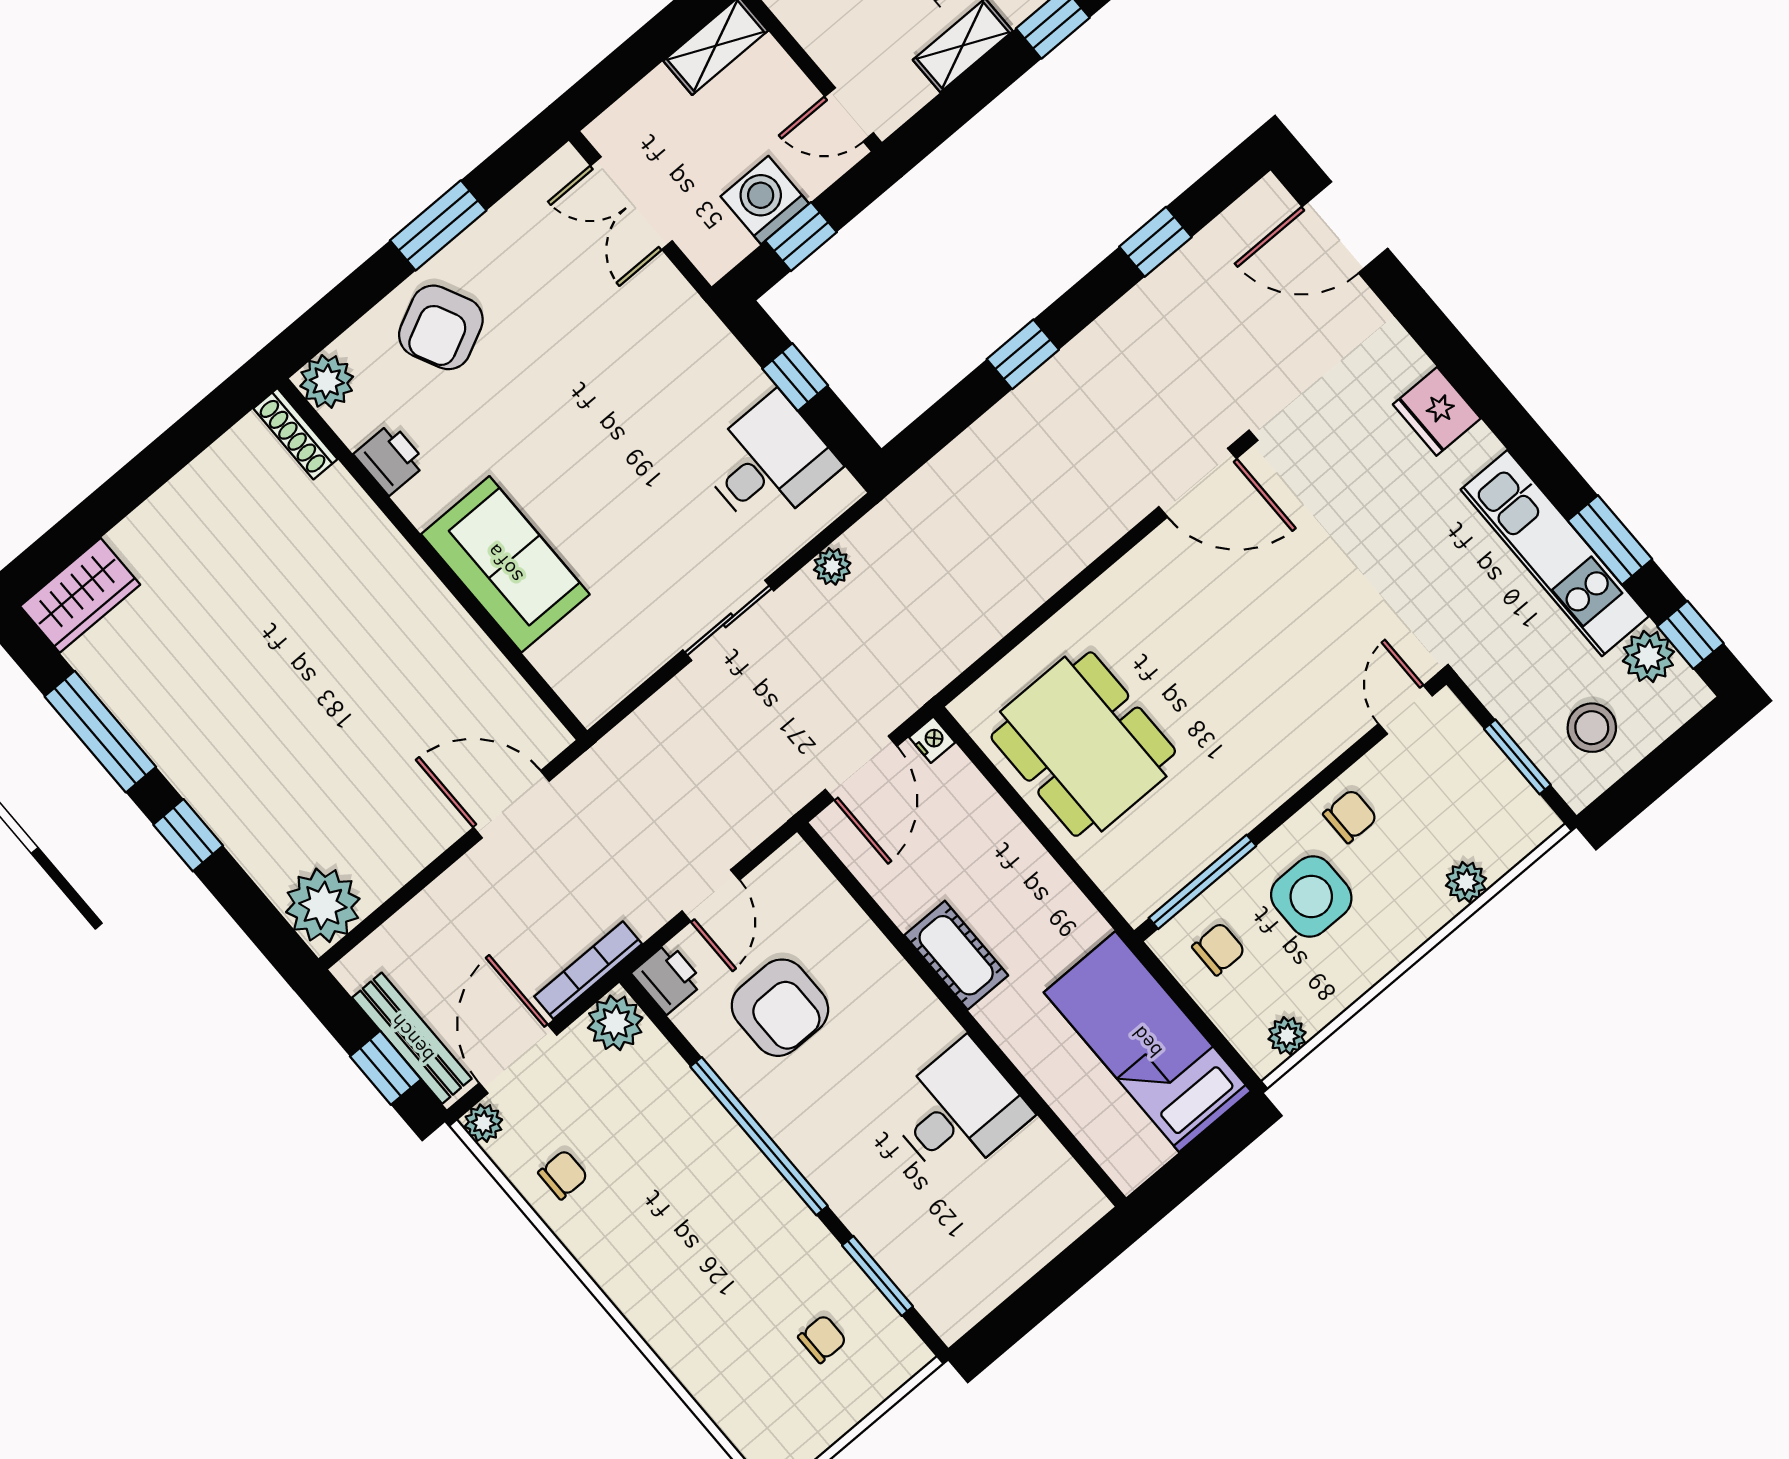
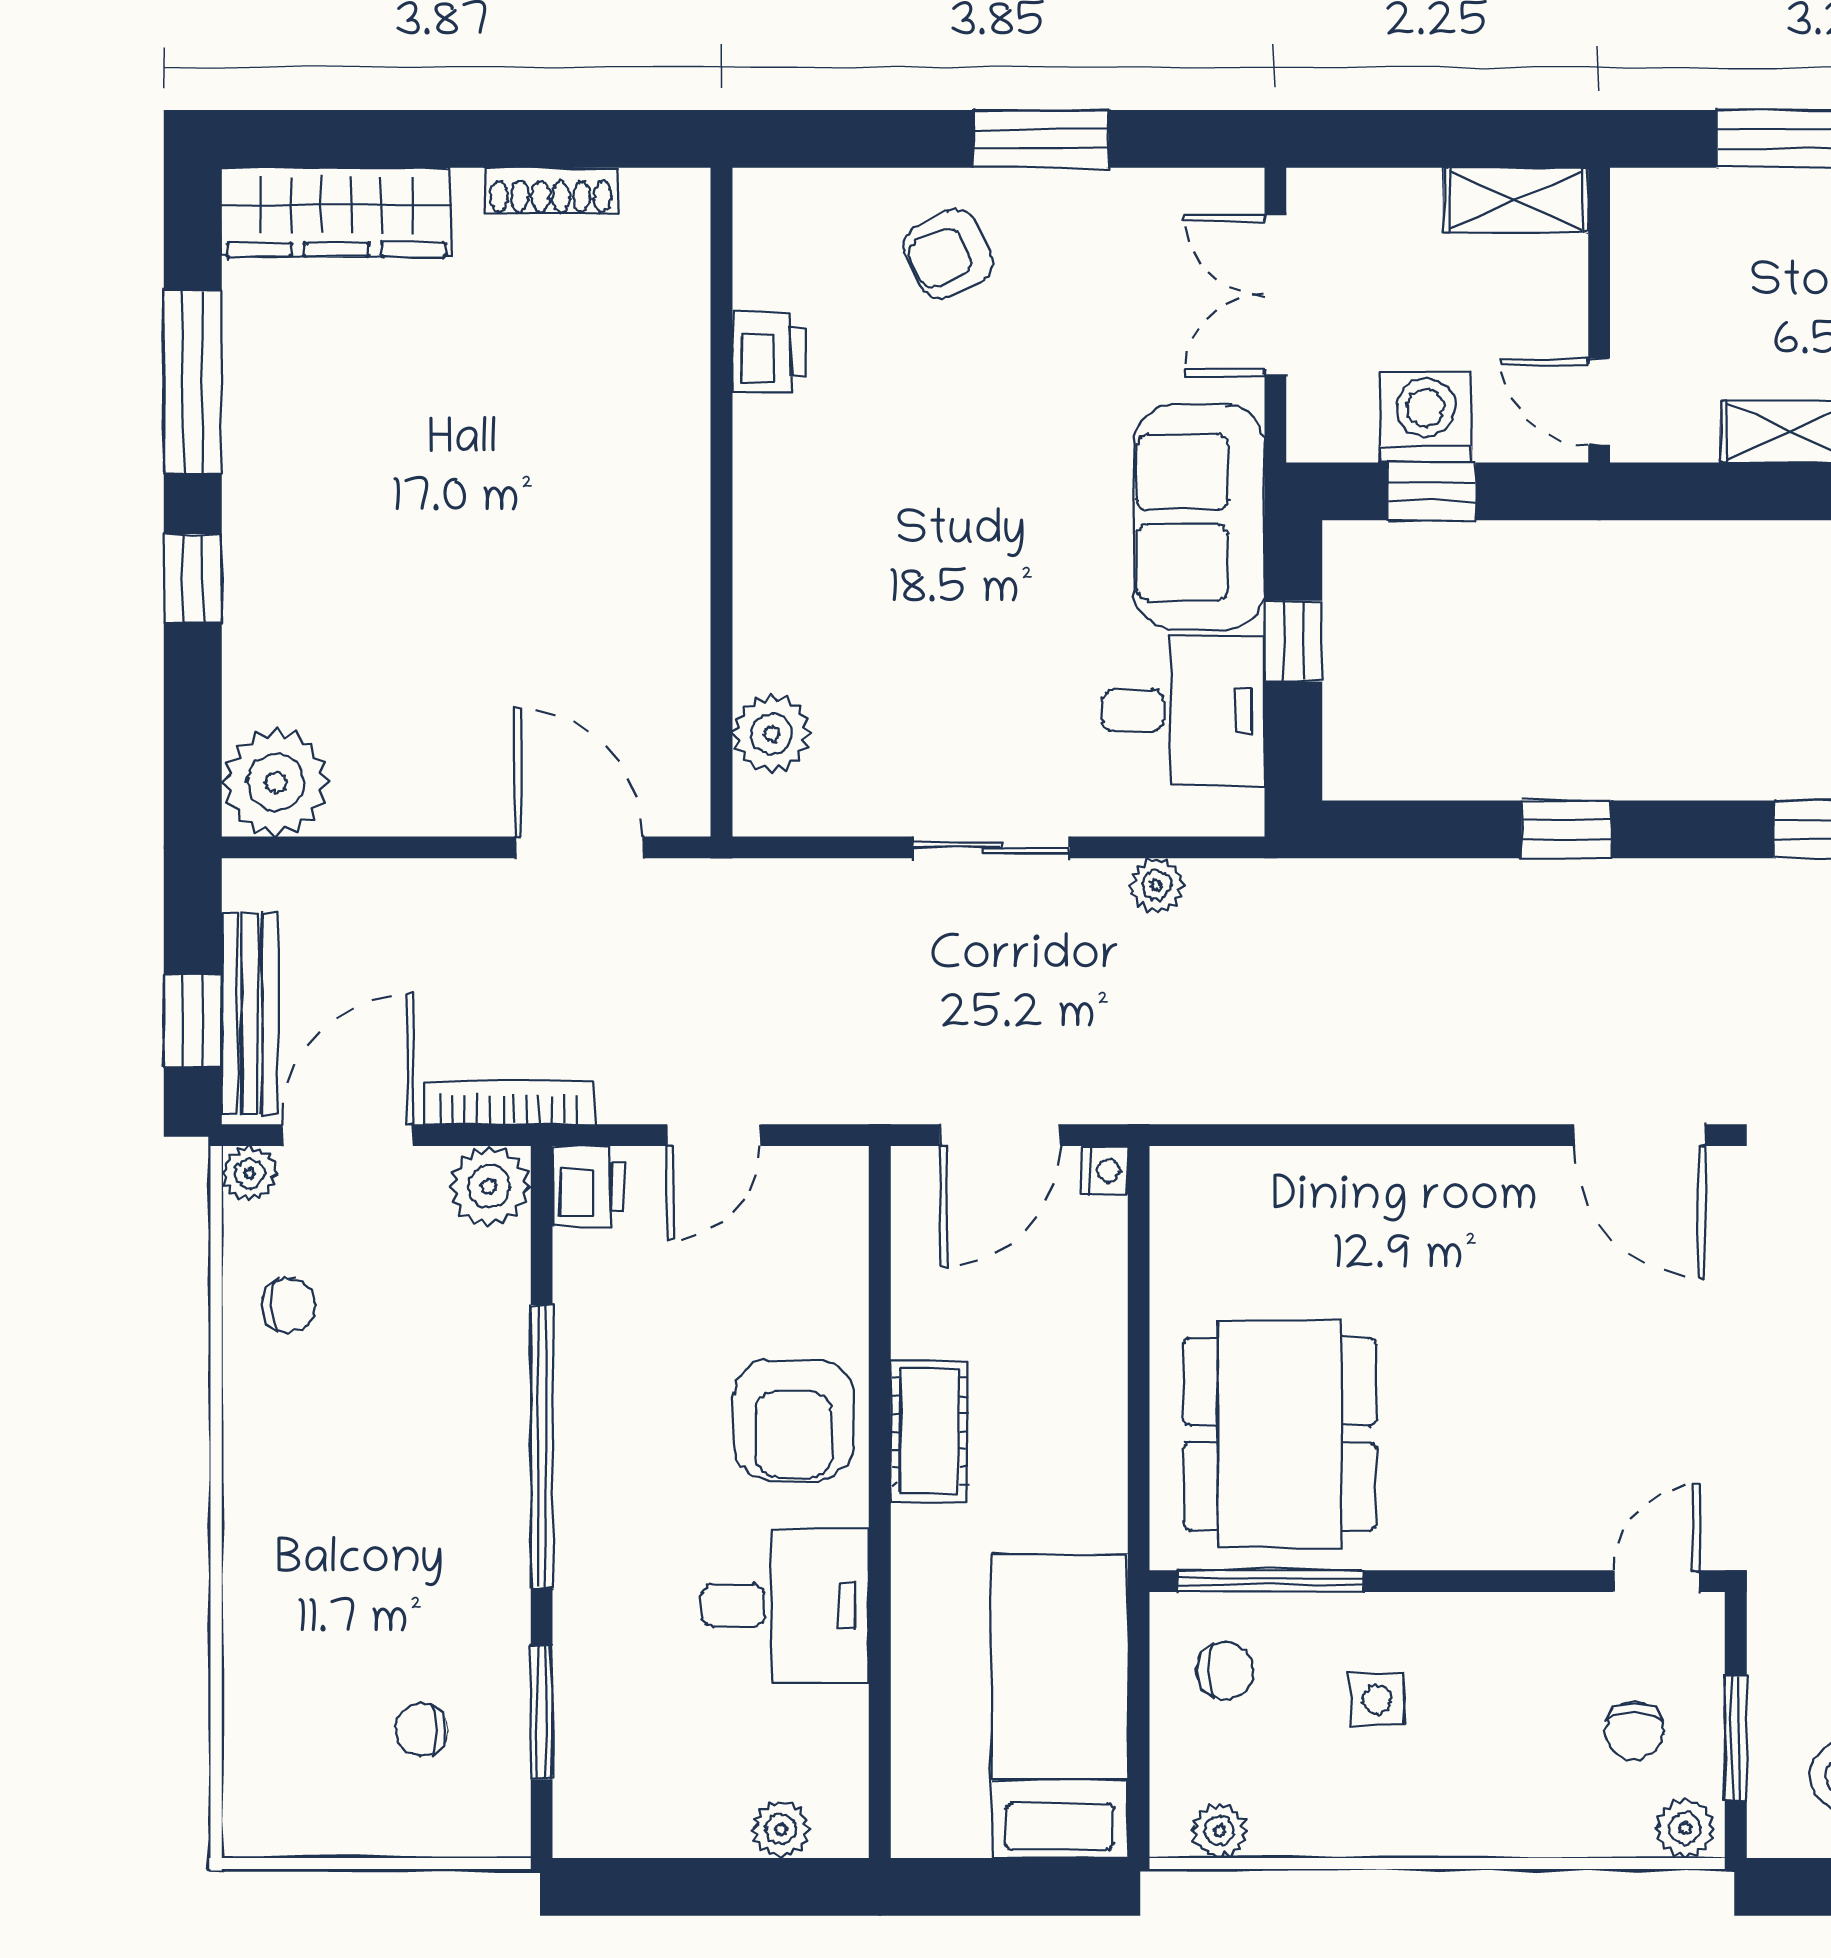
armchair: (441, 327) -> (948, 254), width x0.72, depth x0.72
plant: (327, 381) -> (771, 734), moved
shoe rack: (295, 434) -> (551, 191), moved, turned -90
sofa: (505, 564) -> (1199, 517), moved, turned 180
wardrobe: (80, 595) -> (337, 212), width x1.50
dining table: (1083, 744) -> (1280, 1434), moved
chair: (1350, 816) -> (1634, 1731), moved, turned 90
plant: (1466, 882) -> (1685, 1828), moved
side table: (1311, 896) -> (1377, 1699), width x0.54, depth x0.54
armchair: (780, 1008) -> (794, 1420), moved
plant: (1056, 1231) -> (781, 1829), added
chair: (822, 1339) -> (421, 1730), turned 180

